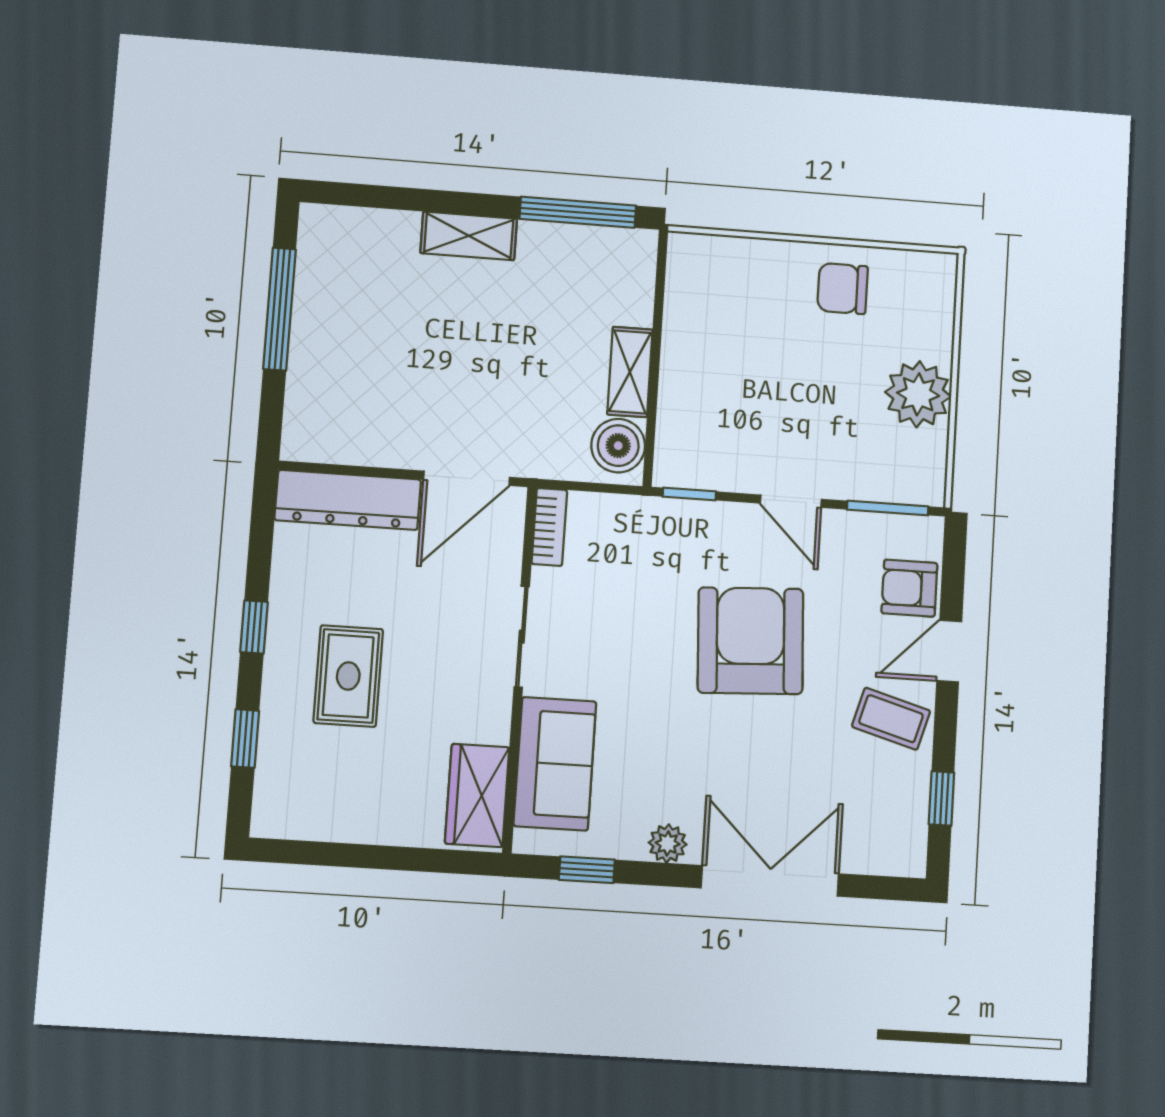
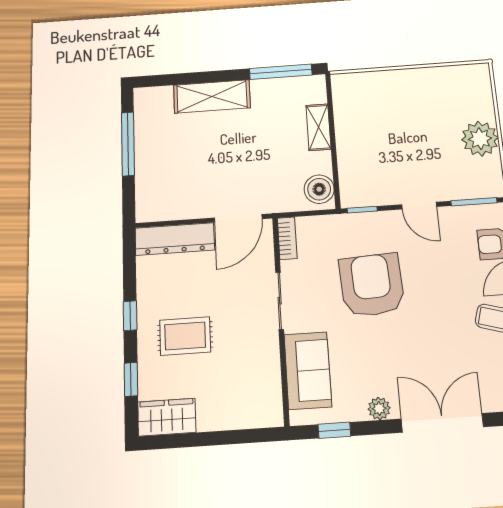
shelving: (469, 236) -> (212, 96), width x1.50, depth x1.33
chair: (843, 288) -> (429, 90), removed
shelving: (630, 372) -> (318, 127), moved
armchair: (751, 641) -> (372, 285), moved
rug: (348, 676) -> (185, 336), turned 90
wardrobe: (477, 795) -> (167, 417), moved, turned 90

